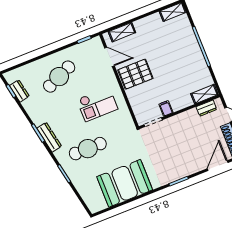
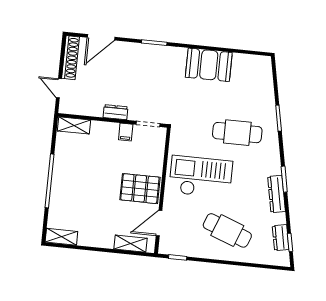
door: (110, 57) -> (159, 223), hinge flipped
cafe table: (59, 77) -> (227, 230), turned 45
checkout: (97, 104) -> (201, 177), width x1.36, depth x1.21
dresser: (206, 108) -> (115, 112), moved
dresser: (49, 137) -> (277, 194), moved
booth: (125, 183) -> (209, 65), width x0.73, depth x0.70

